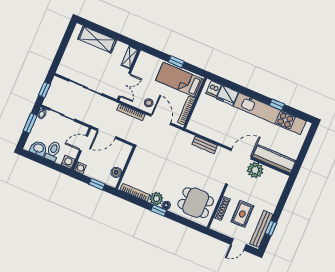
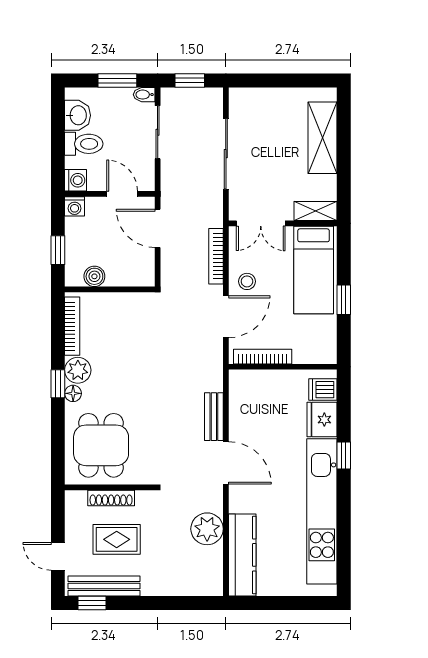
bed: (180, 80) -> (314, 270), moved, turned 180
window: (277, 105) -> (344, 455), moved
door: (241, 154) -> (226, 463), moved
window: (271, 228) -> (92, 603), moved

